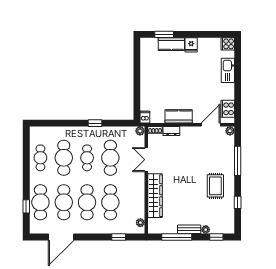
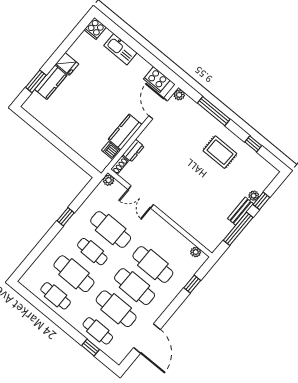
dishwasher: (145, 117) -> (111, 151), moved
wardrobe: (155, 196) -> (182, 217), removed
cafe table: (40, 202) -> (98, 331), width x0.73, depth x0.74
window: (216, 237) -> (261, 201), moved

